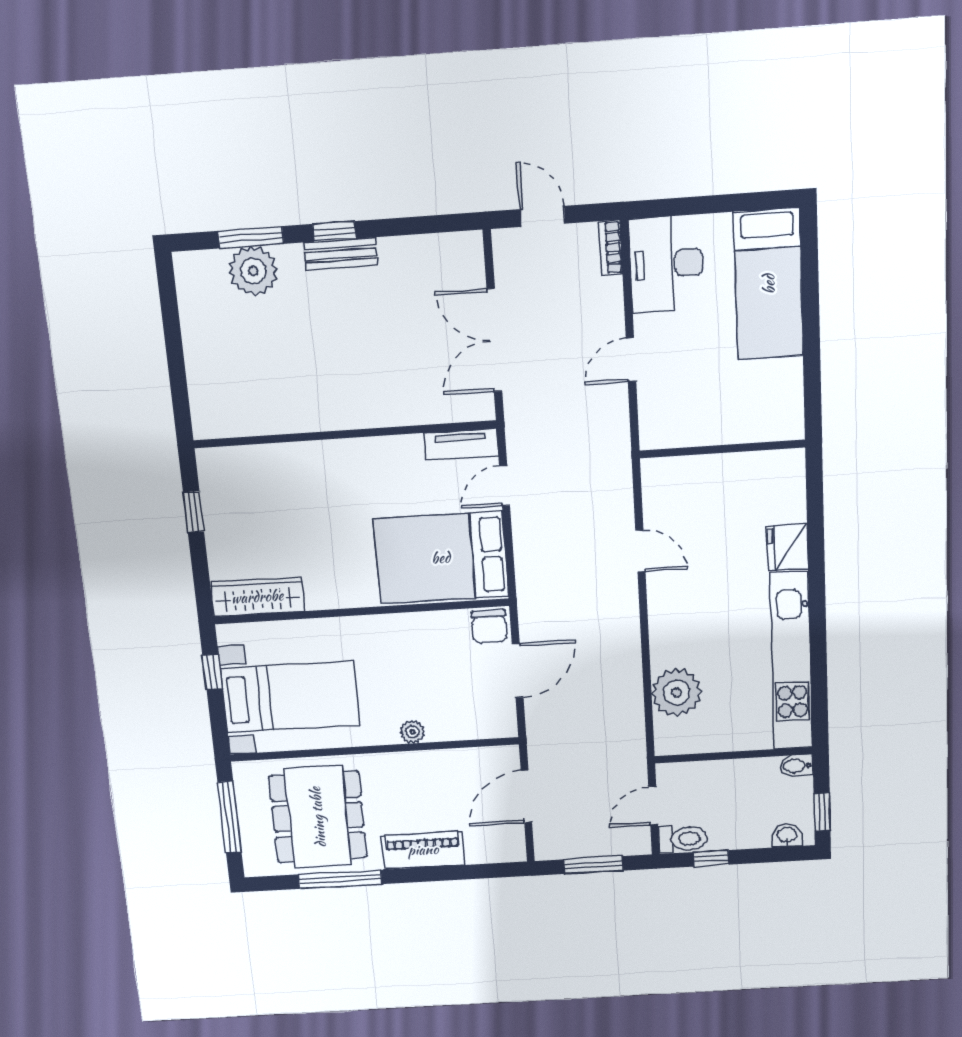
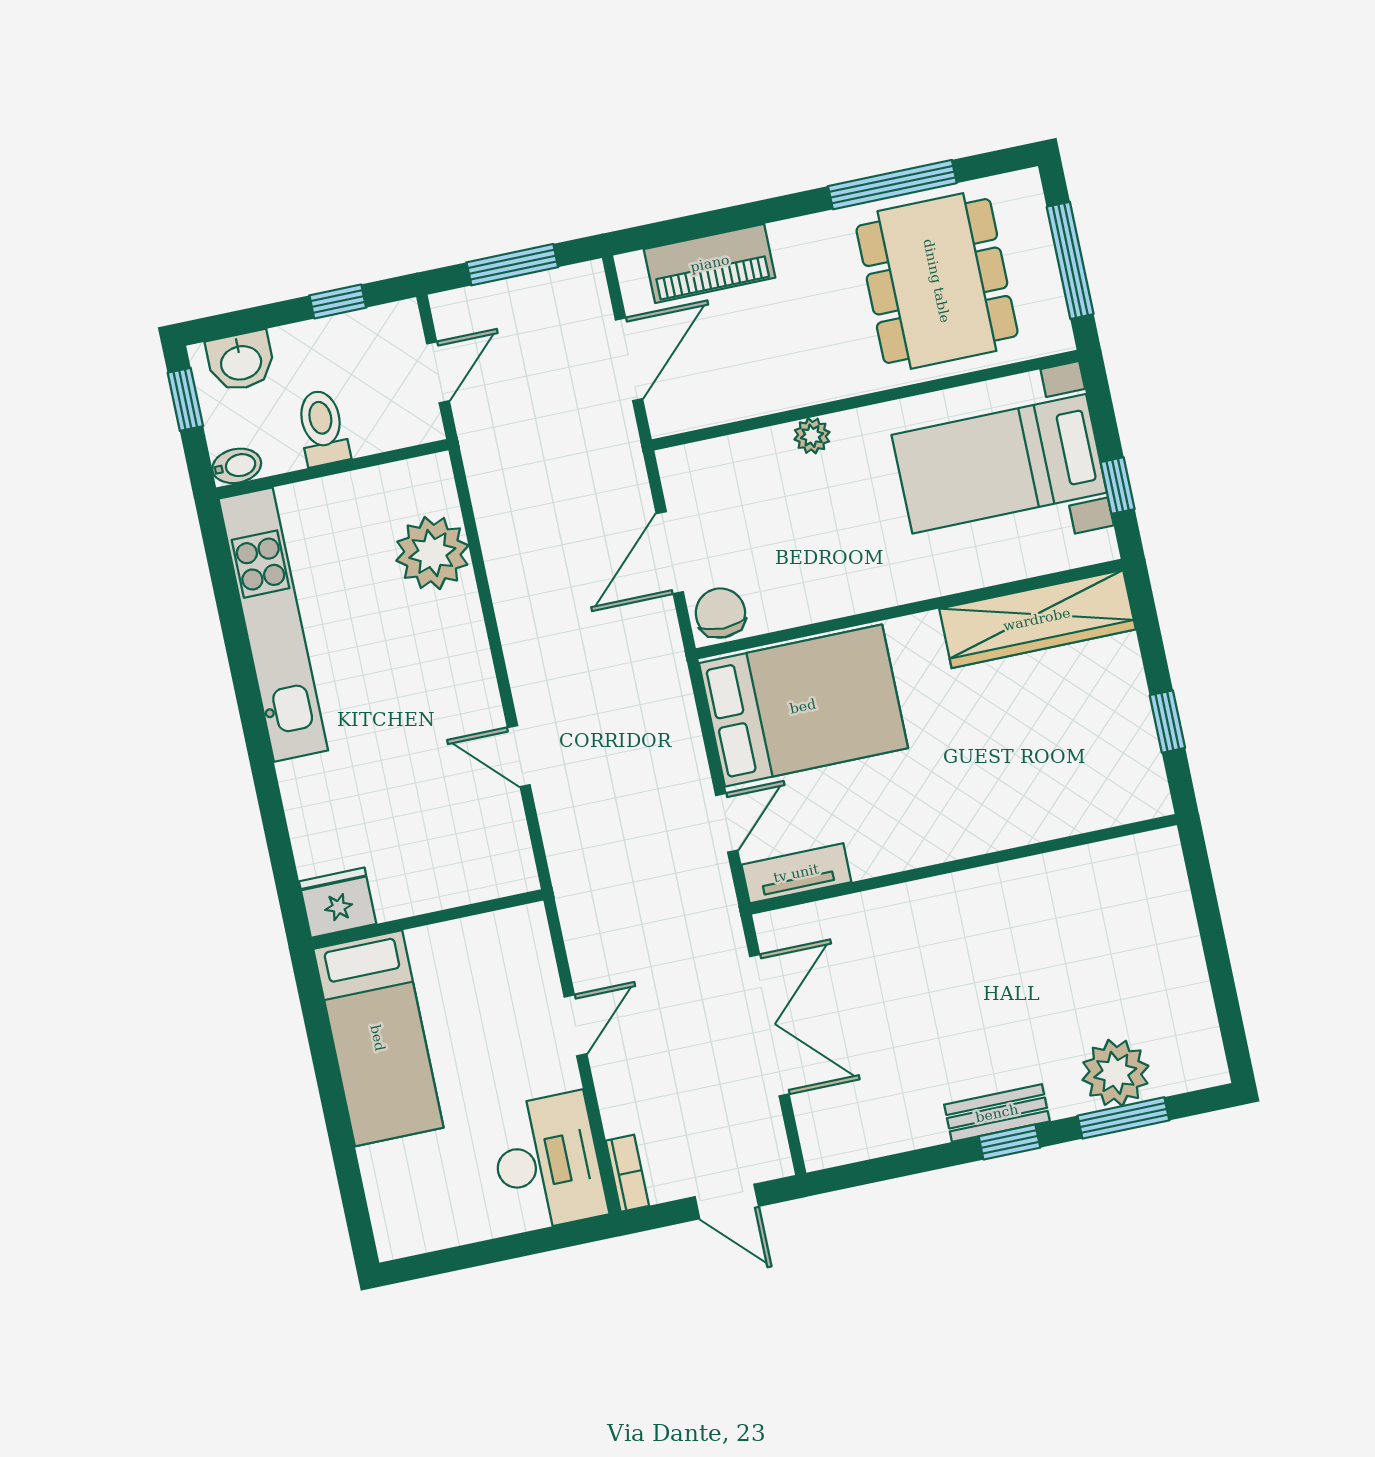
bed: (769, 284) -> (378, 1038), moved, turned 180
fridge: (788, 547) -> (338, 903), moved, turned -90
wardrobe: (257, 597) -> (1037, 619), width x1.40, depth x1.17
washbasin: (787, 835) -> (241, 361), width x1.38, depth x1.45
toilet: (683, 839) -> (322, 428), moved, turned 90
piano: (423, 850) -> (710, 263), moved

